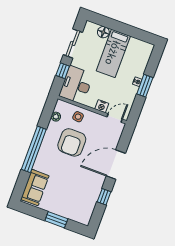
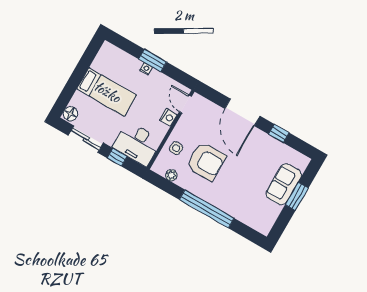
floor lamp: (103, 32) -> (71, 114), moved
sofa: (35, 188) -> (284, 184), moved, turned -90

